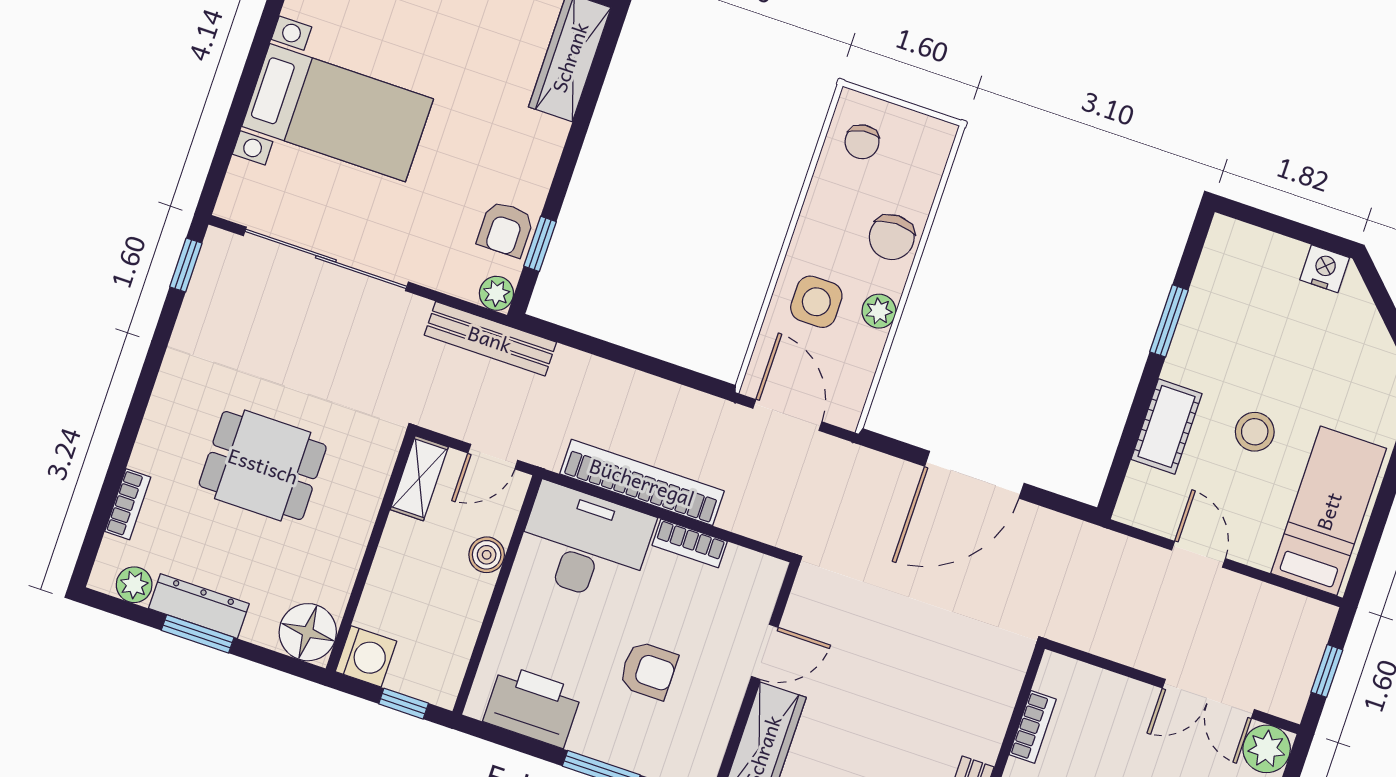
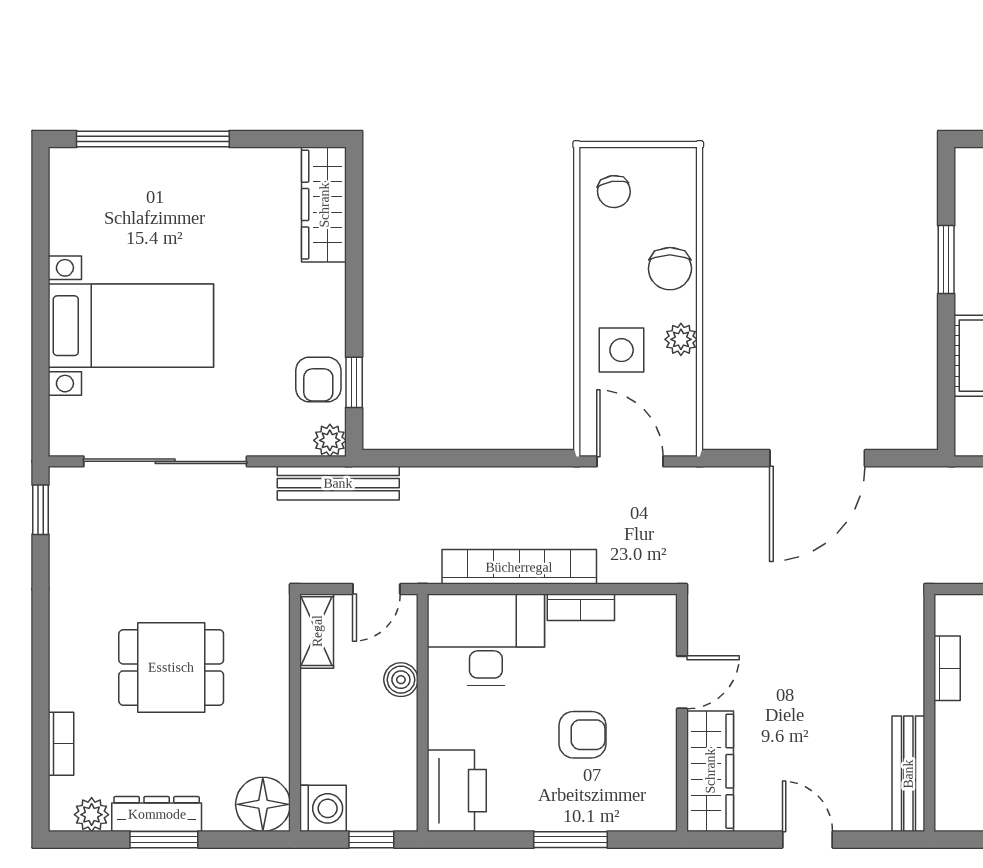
printer: (533, 706) -> (457, 791), moved, turned 90

